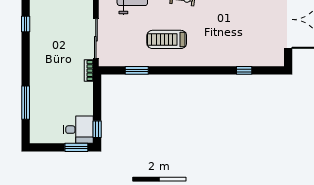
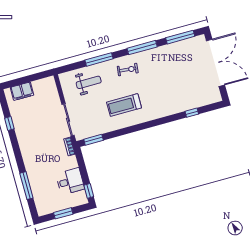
window: (137, 70) -> (94, 140), moved
desk: (78, 130) -> (70, 181), moved
window: (76, 147) -> (63, 213), moved

